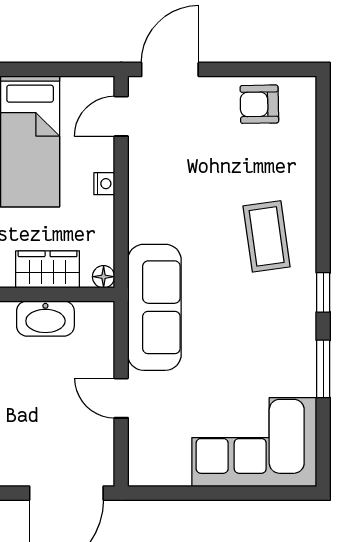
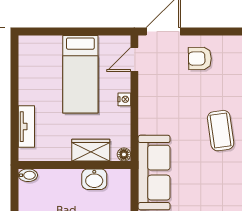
armchair: (259, 104) -> (200, 58), moved
washbasin: (45, 319) -> (94, 179), width x0.72

